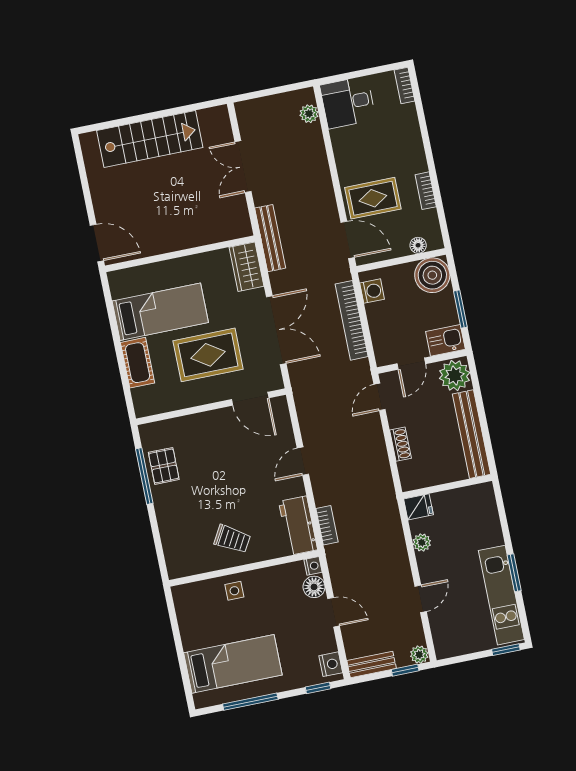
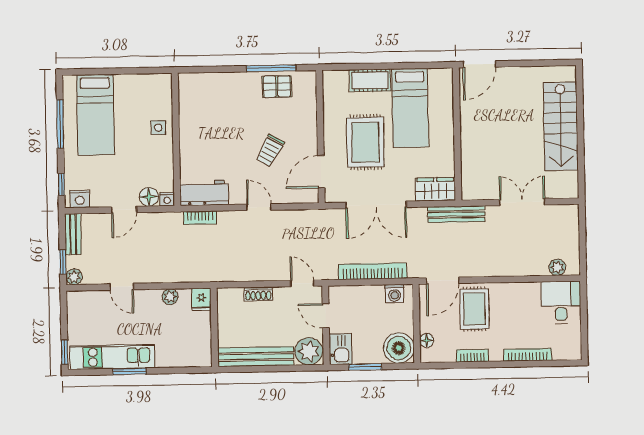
bookcase: (404, 85) -> (528, 355), moved, width x1.56
trolley: (232, 539) -> (270, 151), moved

